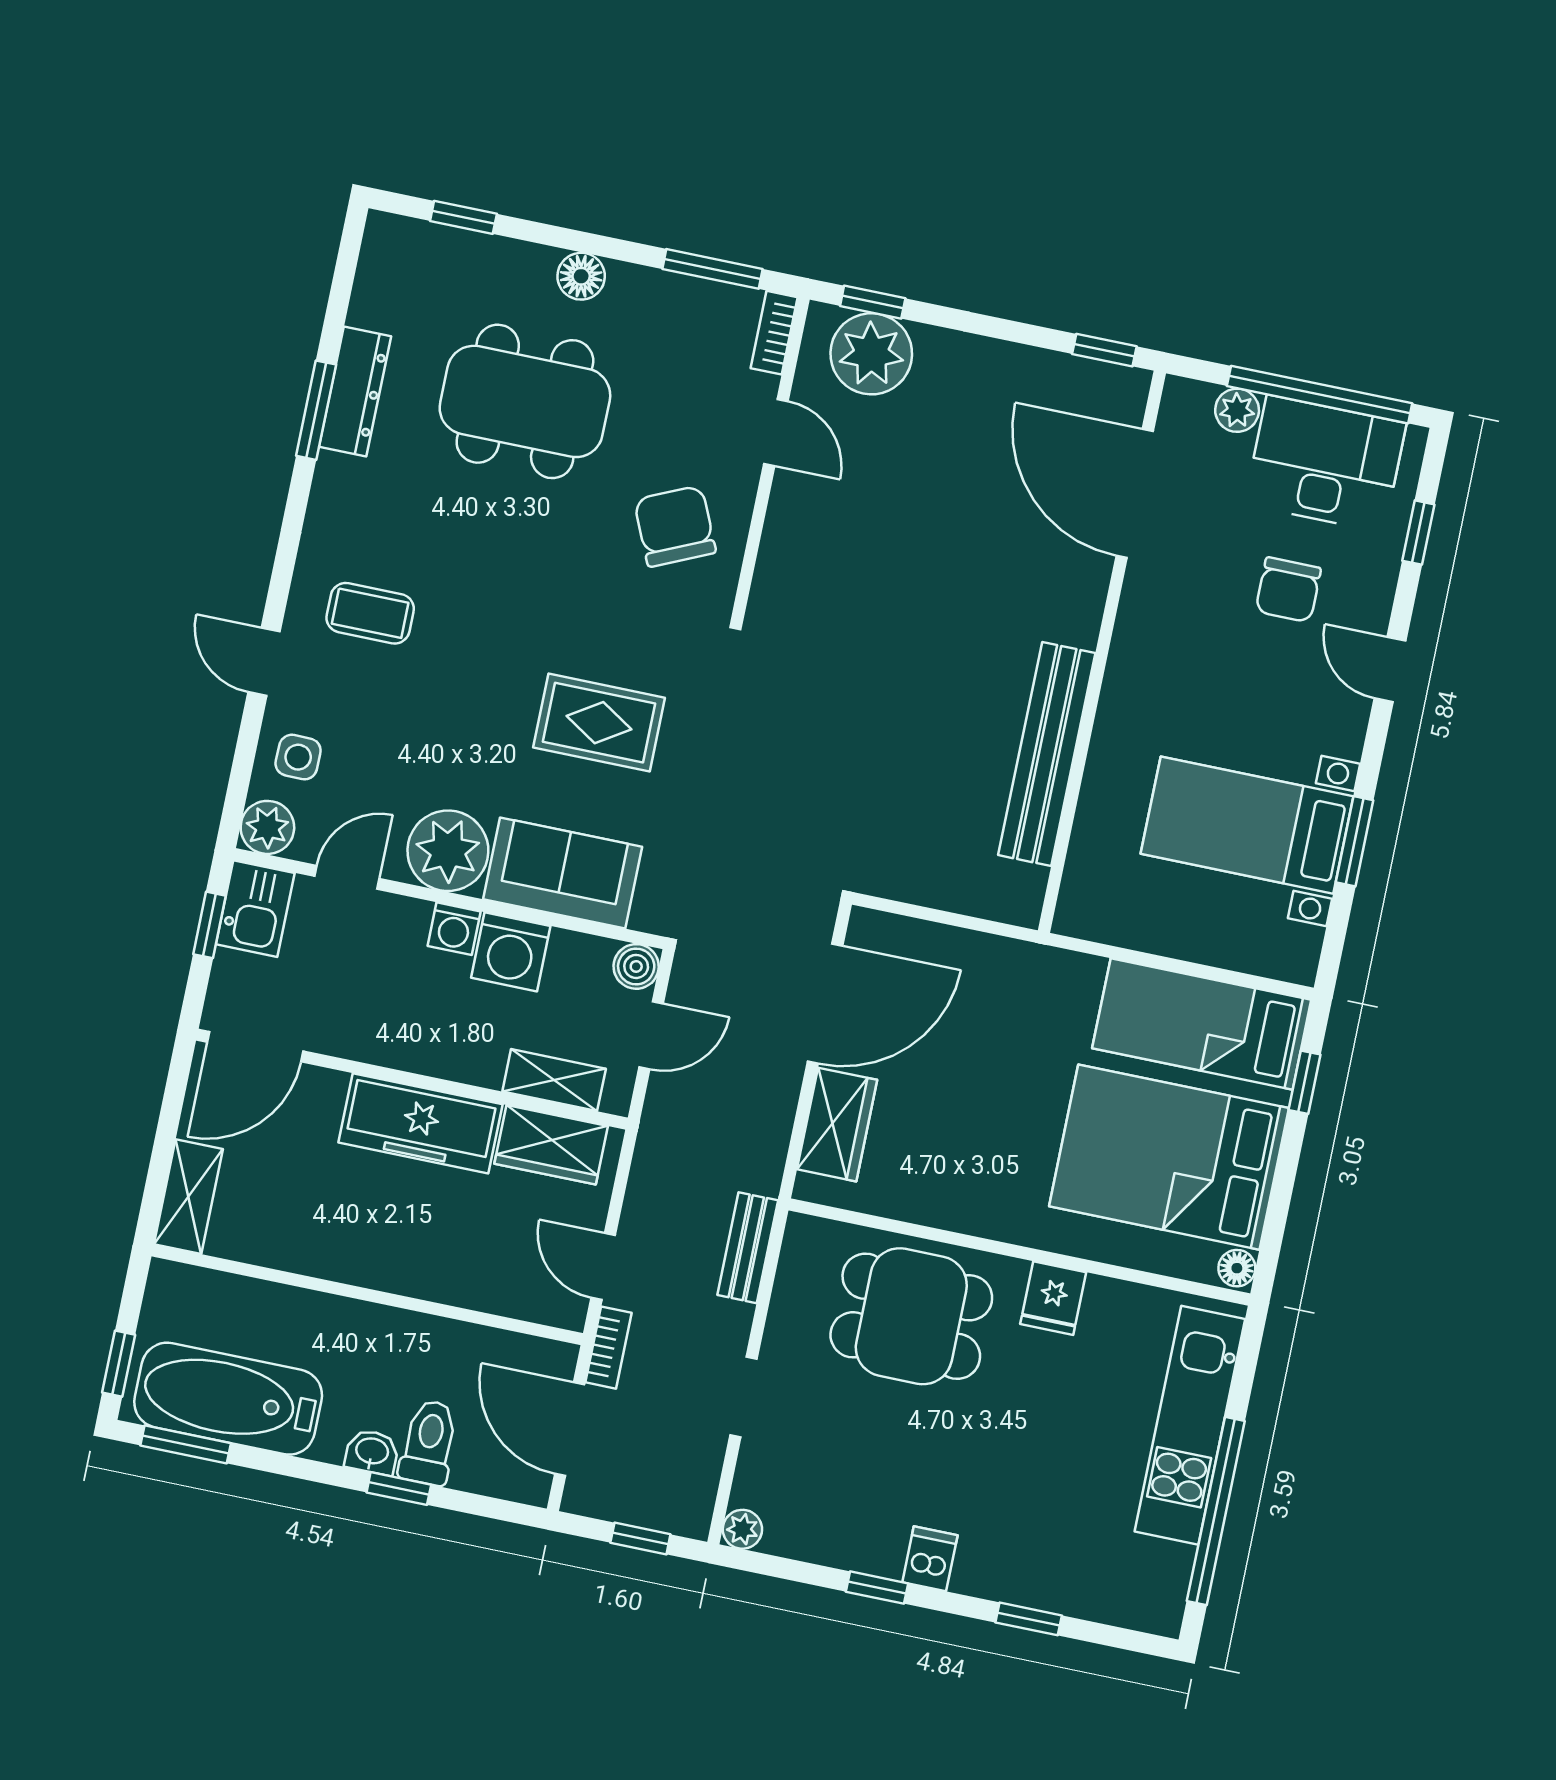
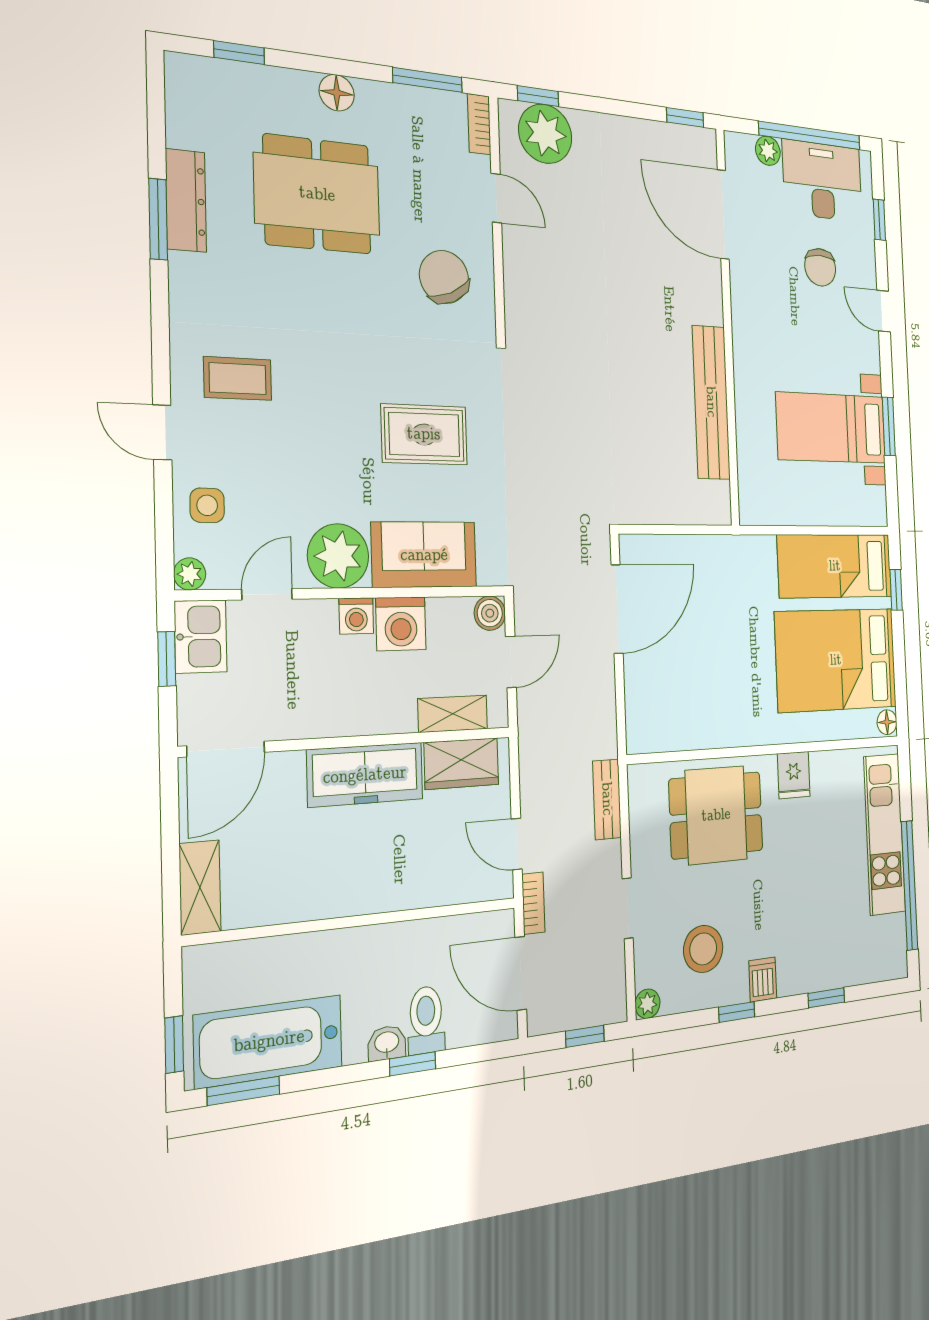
plant: (267, 827) -> (190, 574), width x0.73, depth x0.73
wardrobe: (837, 1125) -> (643, 694), removed
stool: (846, 1487) -> (703, 949), added

